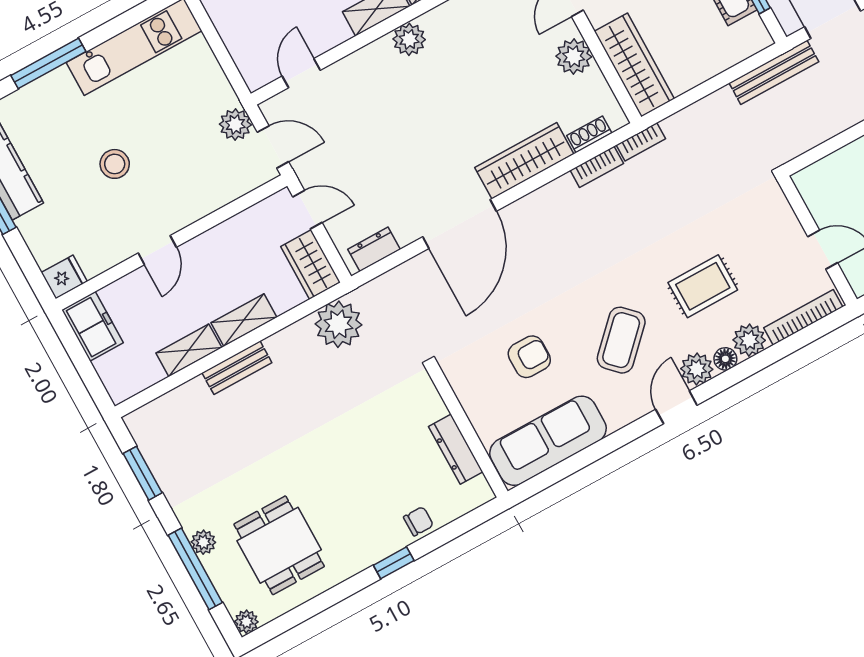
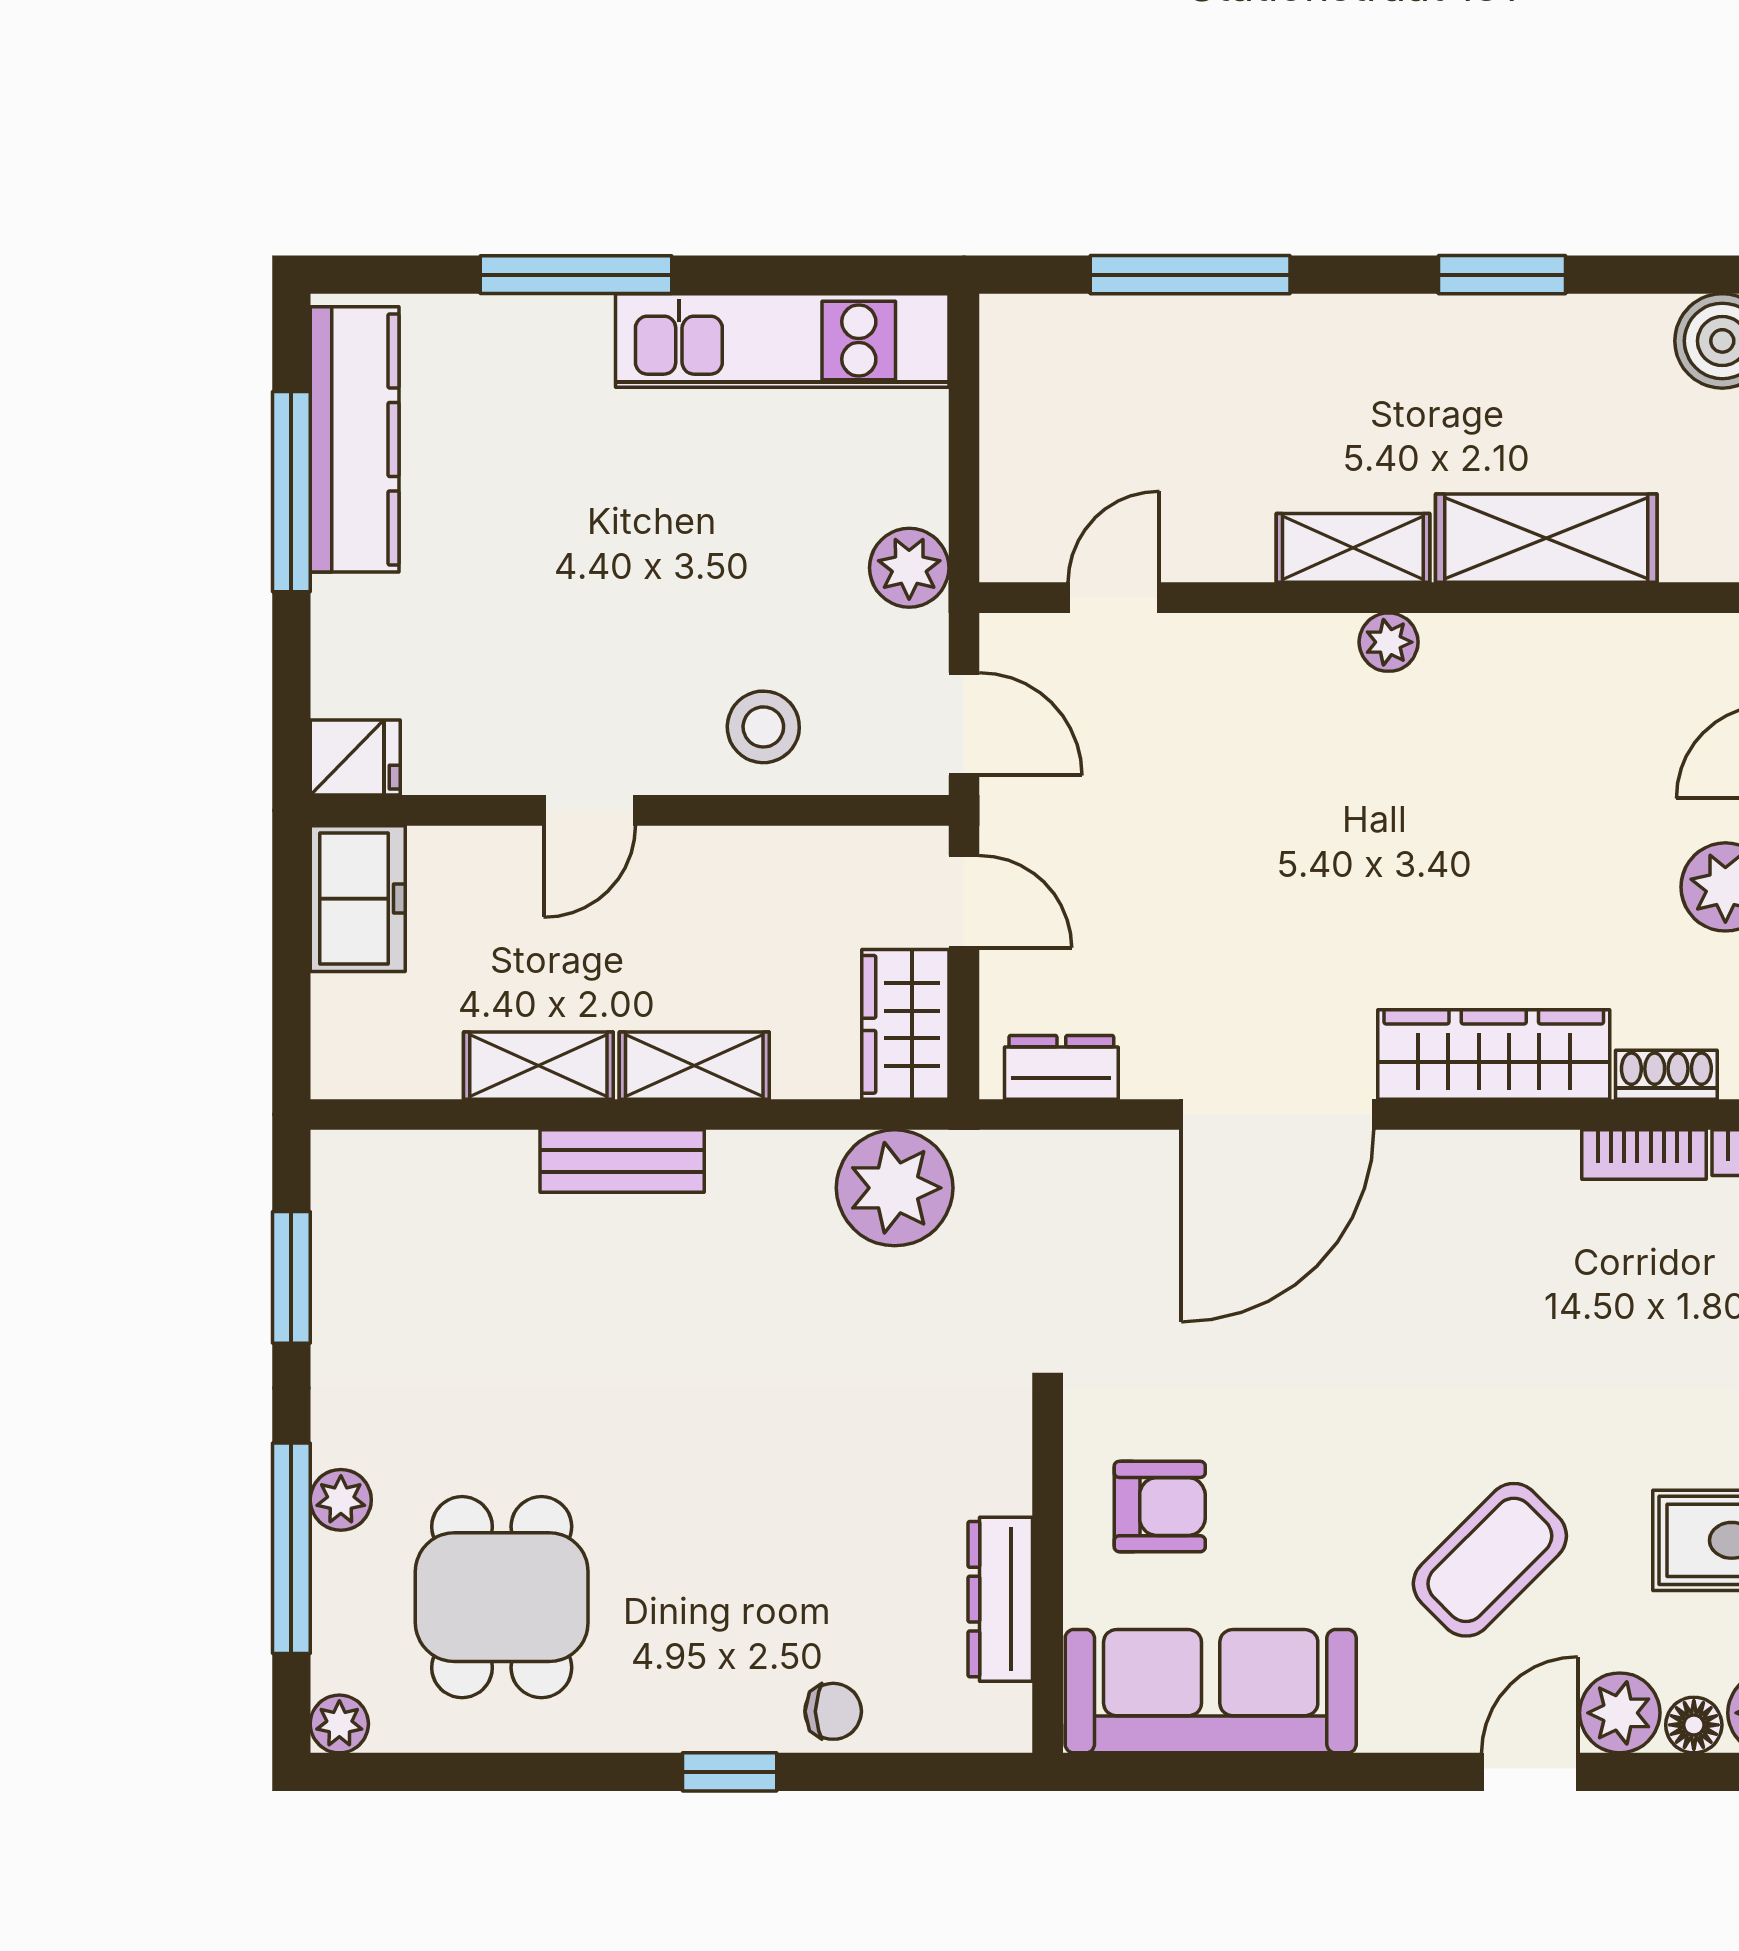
plant: (409, 39) -> (1389, 642), width x0.73, depth x0.73
plant: (235, 125) -> (909, 568), moved
stool: (115, 164) -> (763, 727), moved
armchair: (529, 357) -> (1160, 1507), moved

